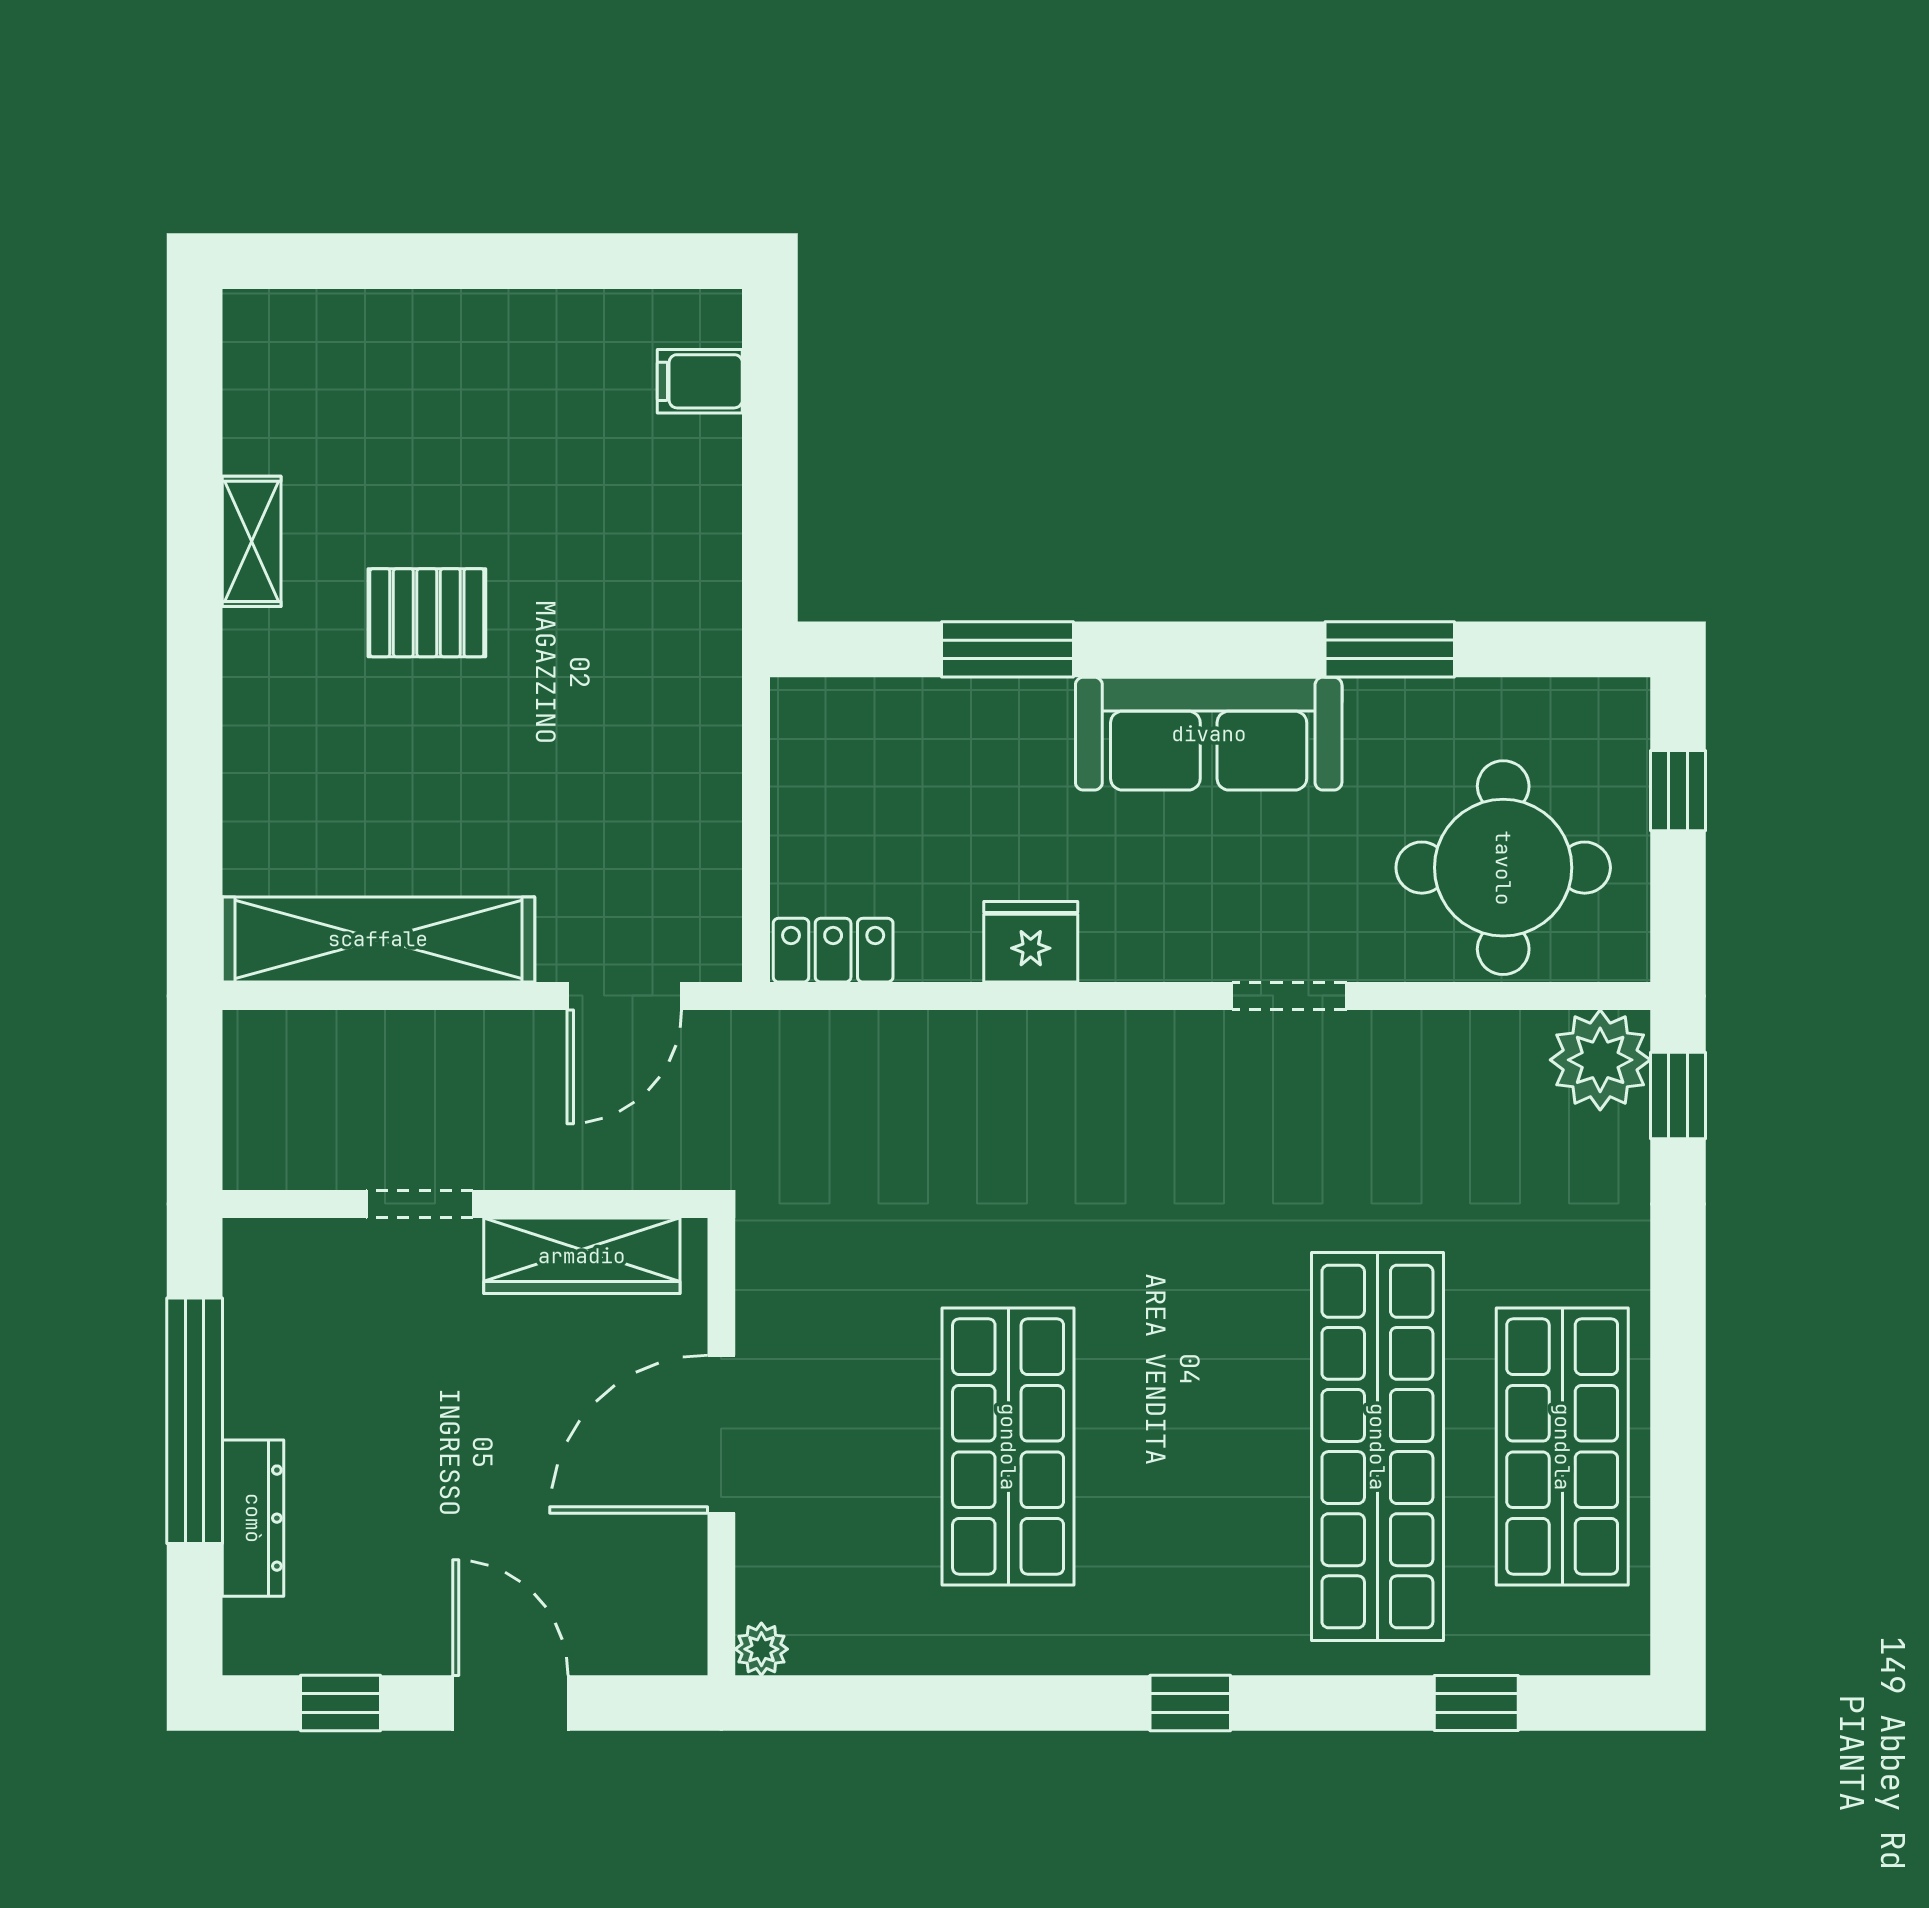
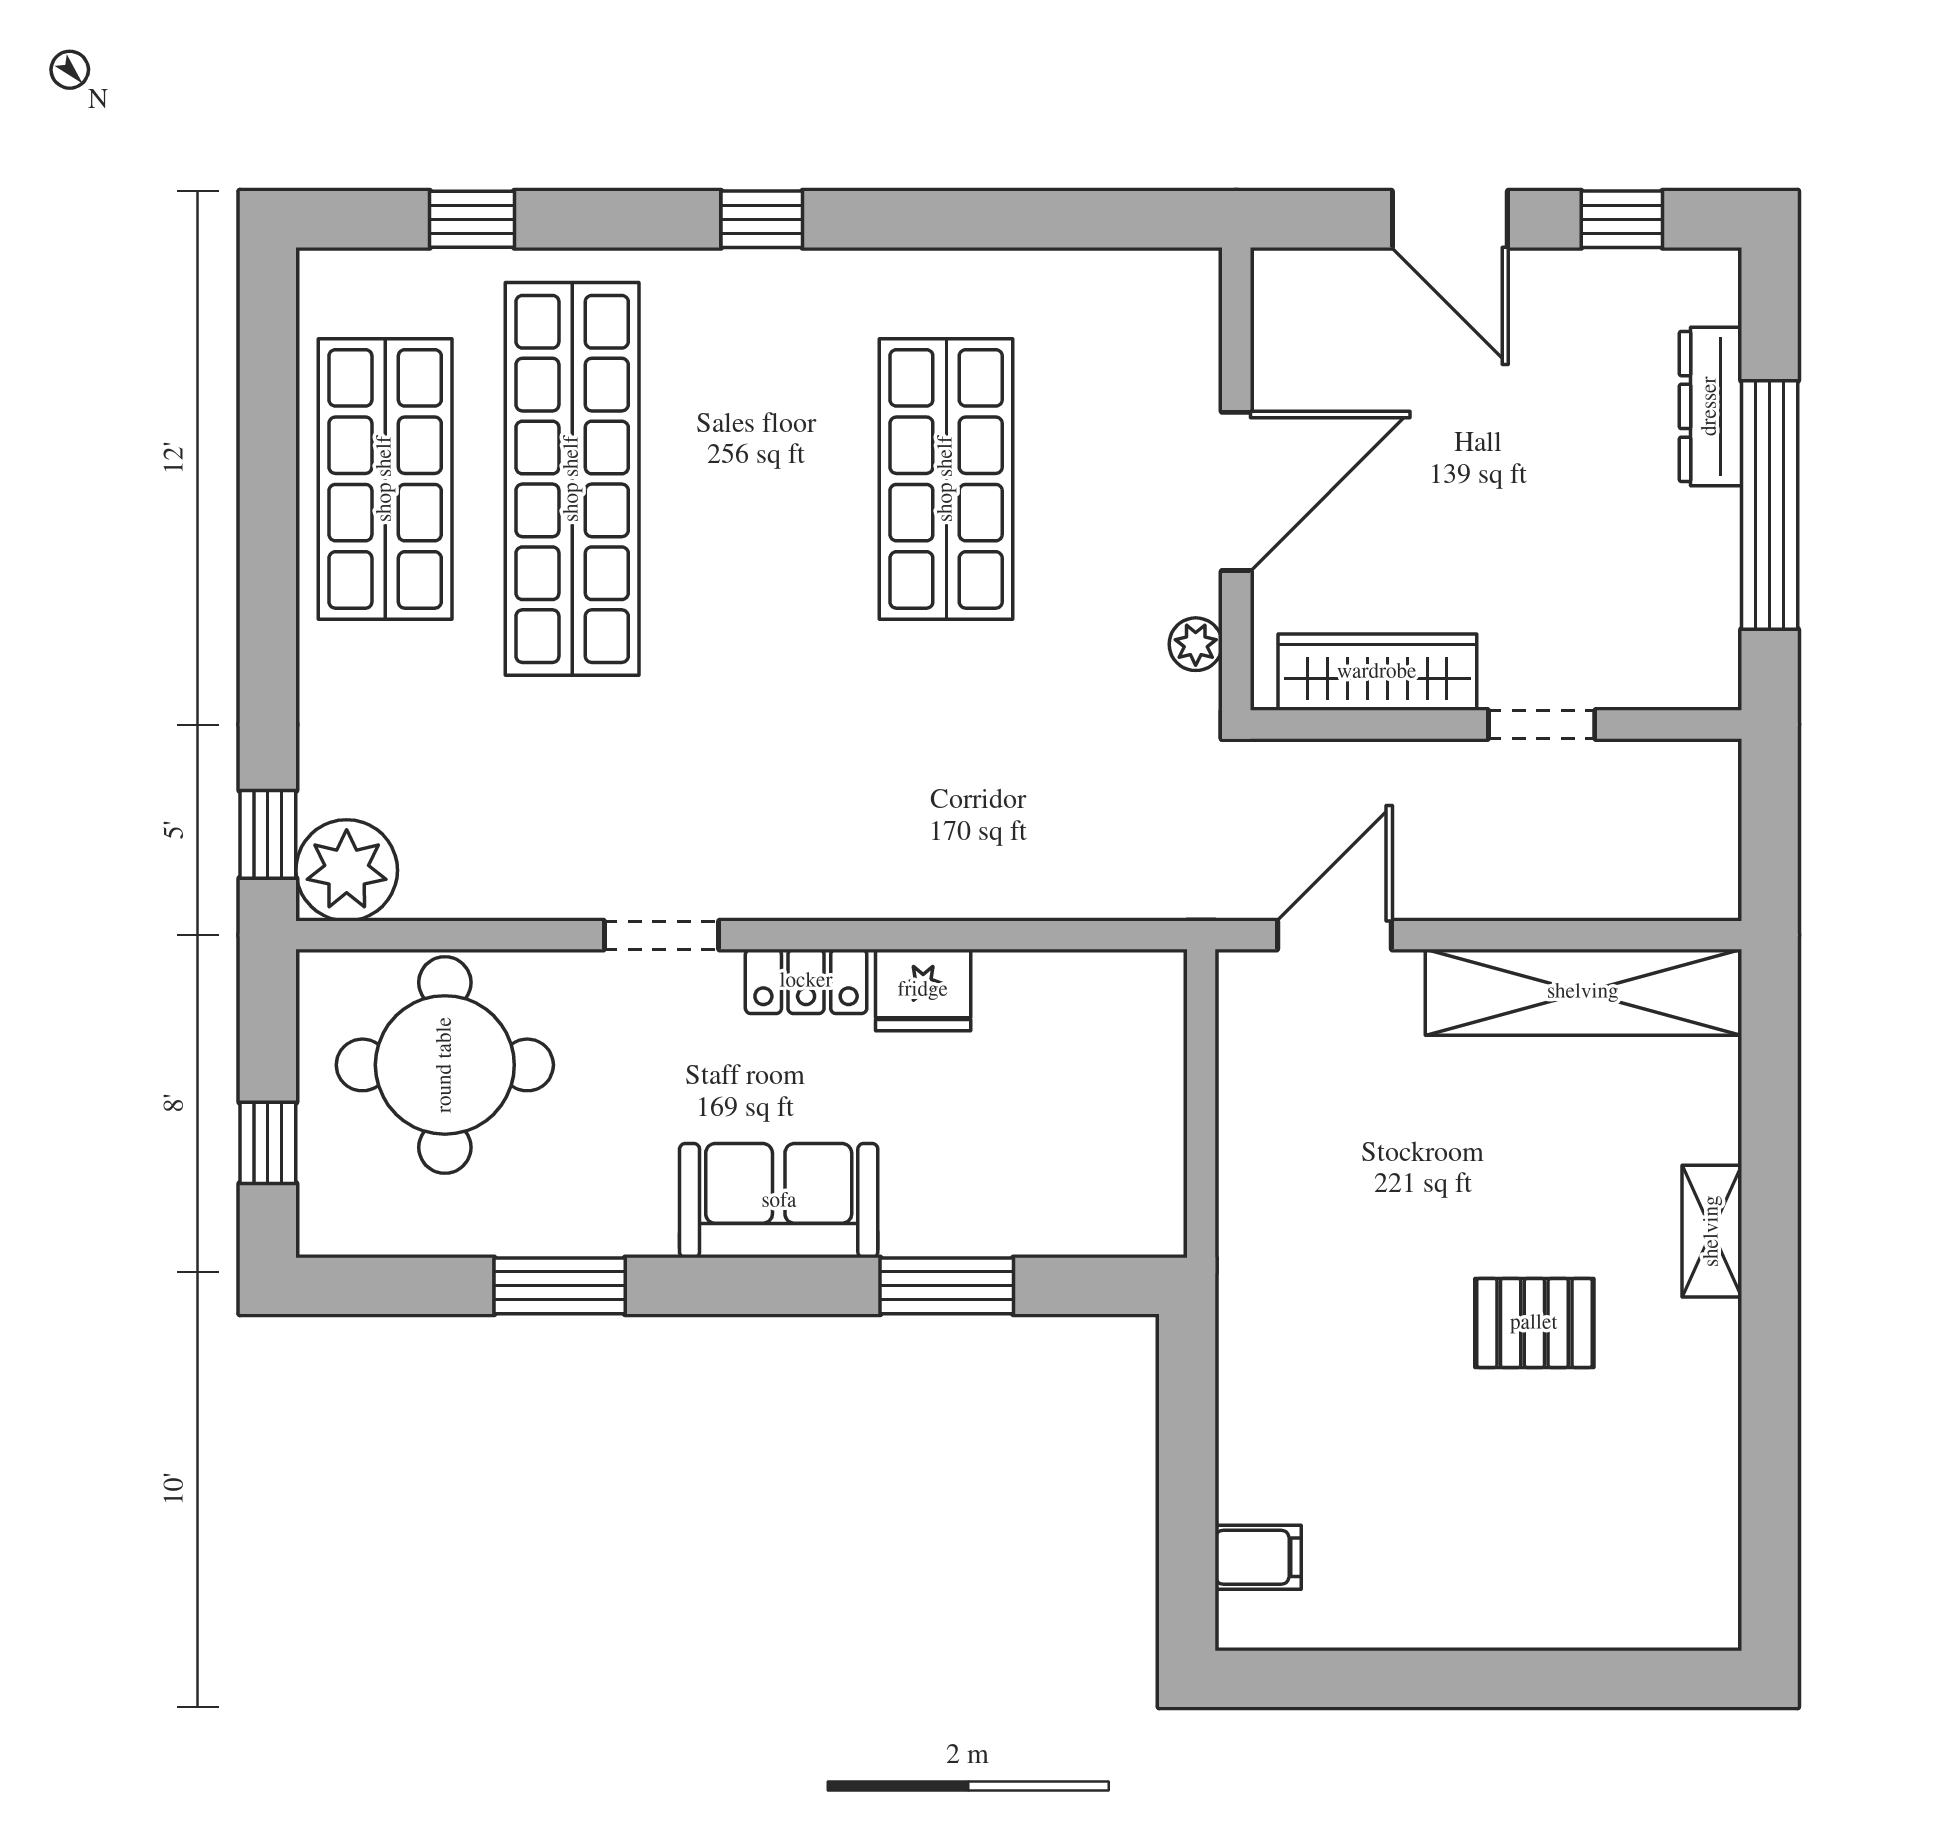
shelving: (252, 541) -> (1712, 1231), moved
sofa: (1209, 734) -> (779, 1201), width x0.73
locker: (833, 950) -> (806, 981), moved
plant: (761, 1649) -> (1196, 644), moved

